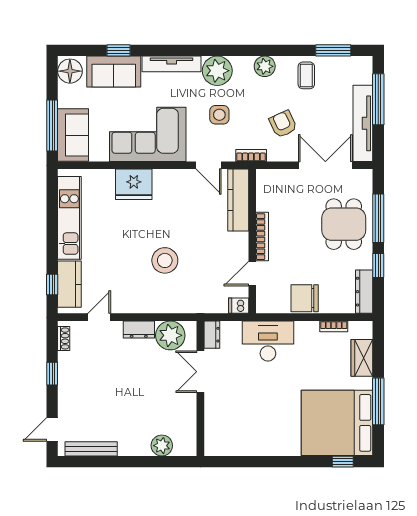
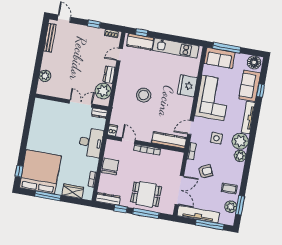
plant: (265, 66) -> (240, 156), moved
plant: (339, 67) -> (231, 207), added
door: (99, 317) -> (120, 55), swing flipped

